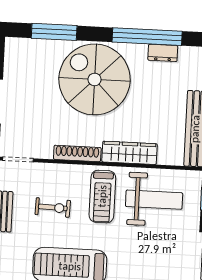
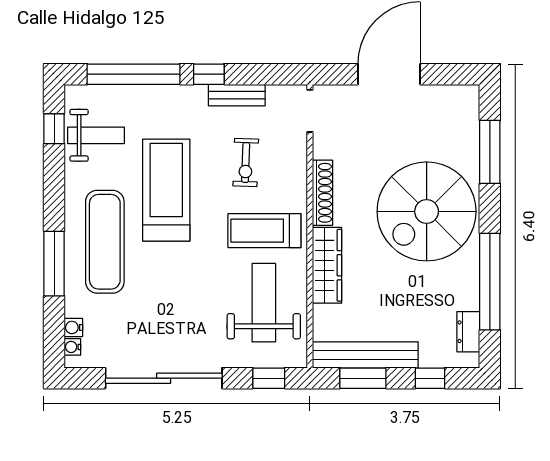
dresser: (163, 53) -> (468, 332), moved
spiral stairs: (95, 79) -> (427, 211), turned 180
weight bench: (154, 200) -> (264, 303), turned 180

